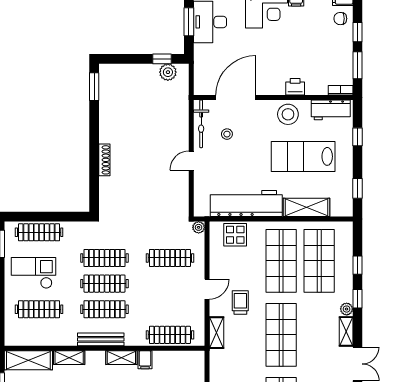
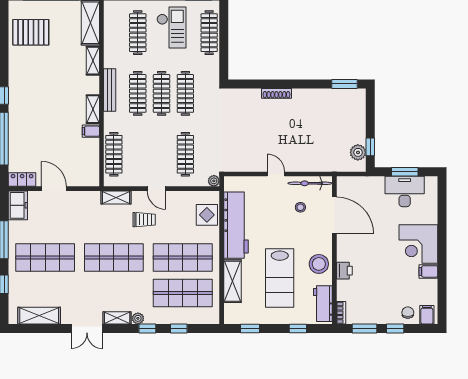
lab bench: (303, 156) -> (280, 278), turned 180

